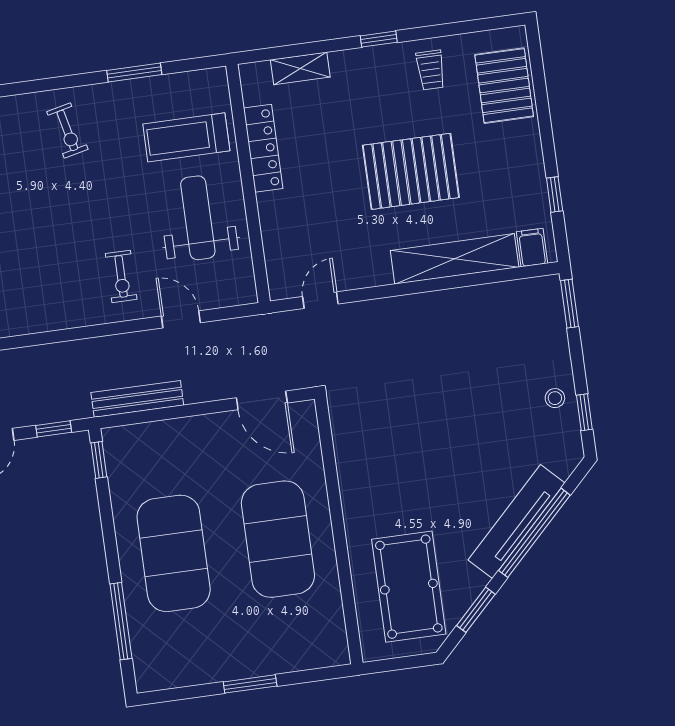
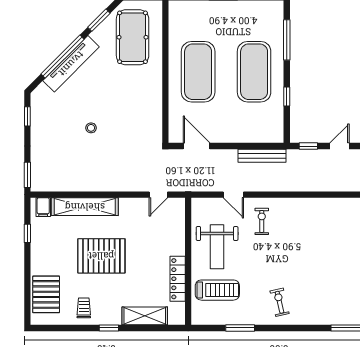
shelving: (300, 68) -> (145, 316), width x1.50, depth x1.33
stool: (555, 398) -> (91, 128), moved
window: (99, 460) -> (287, 97), moved

